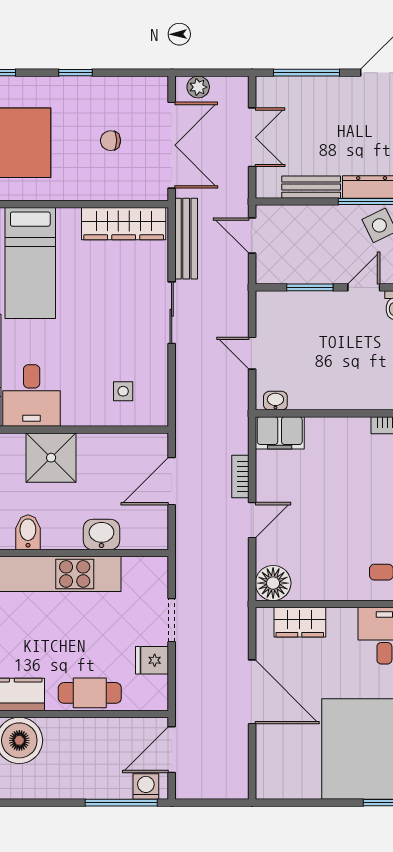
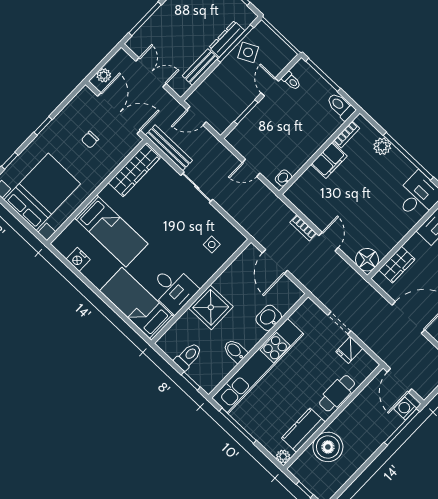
filing cabinet: (280, 433) -> (329, 160), moved

